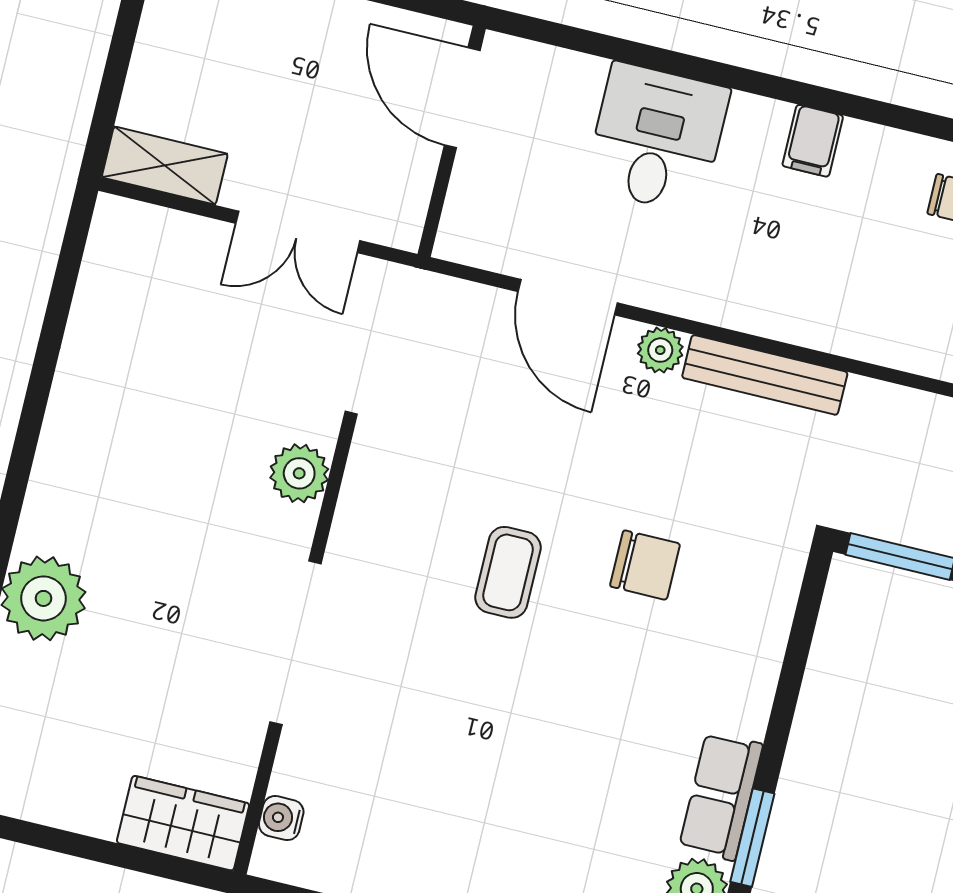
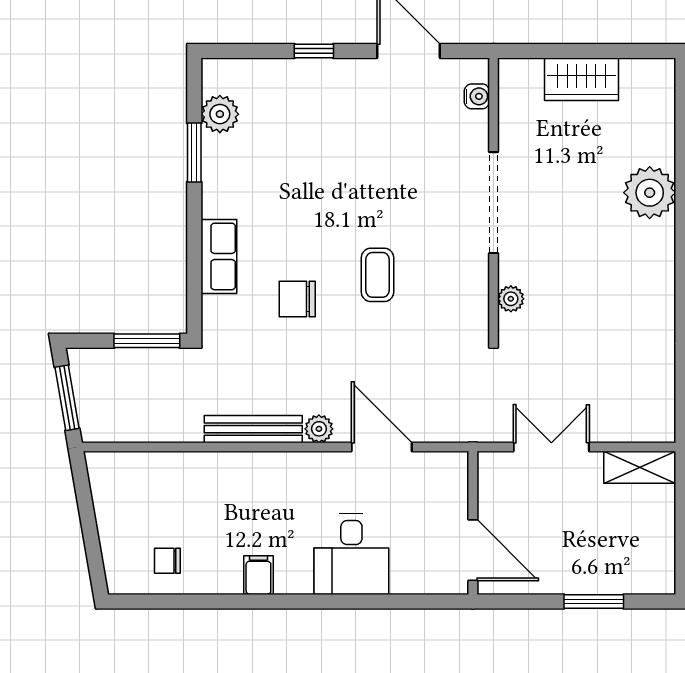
plant: (299, 473) -> (511, 299), width x0.73, depth x0.73
row of seats: (721, 796) -> (219, 256), moved
wardrobe: (183, 823) -> (582, 79), moved

